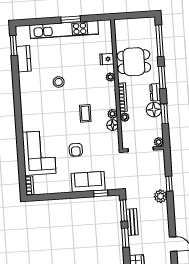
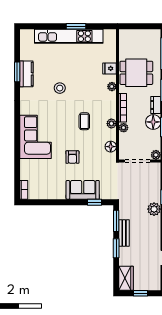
window: (14, 46) -> (17, 72), moved
kitchen counter: (24, 59) -> (26, 74), moved
floor lamp: (112, 125) -> (111, 147), moved
corner sofa: (39, 153) -> (36, 137), moved

